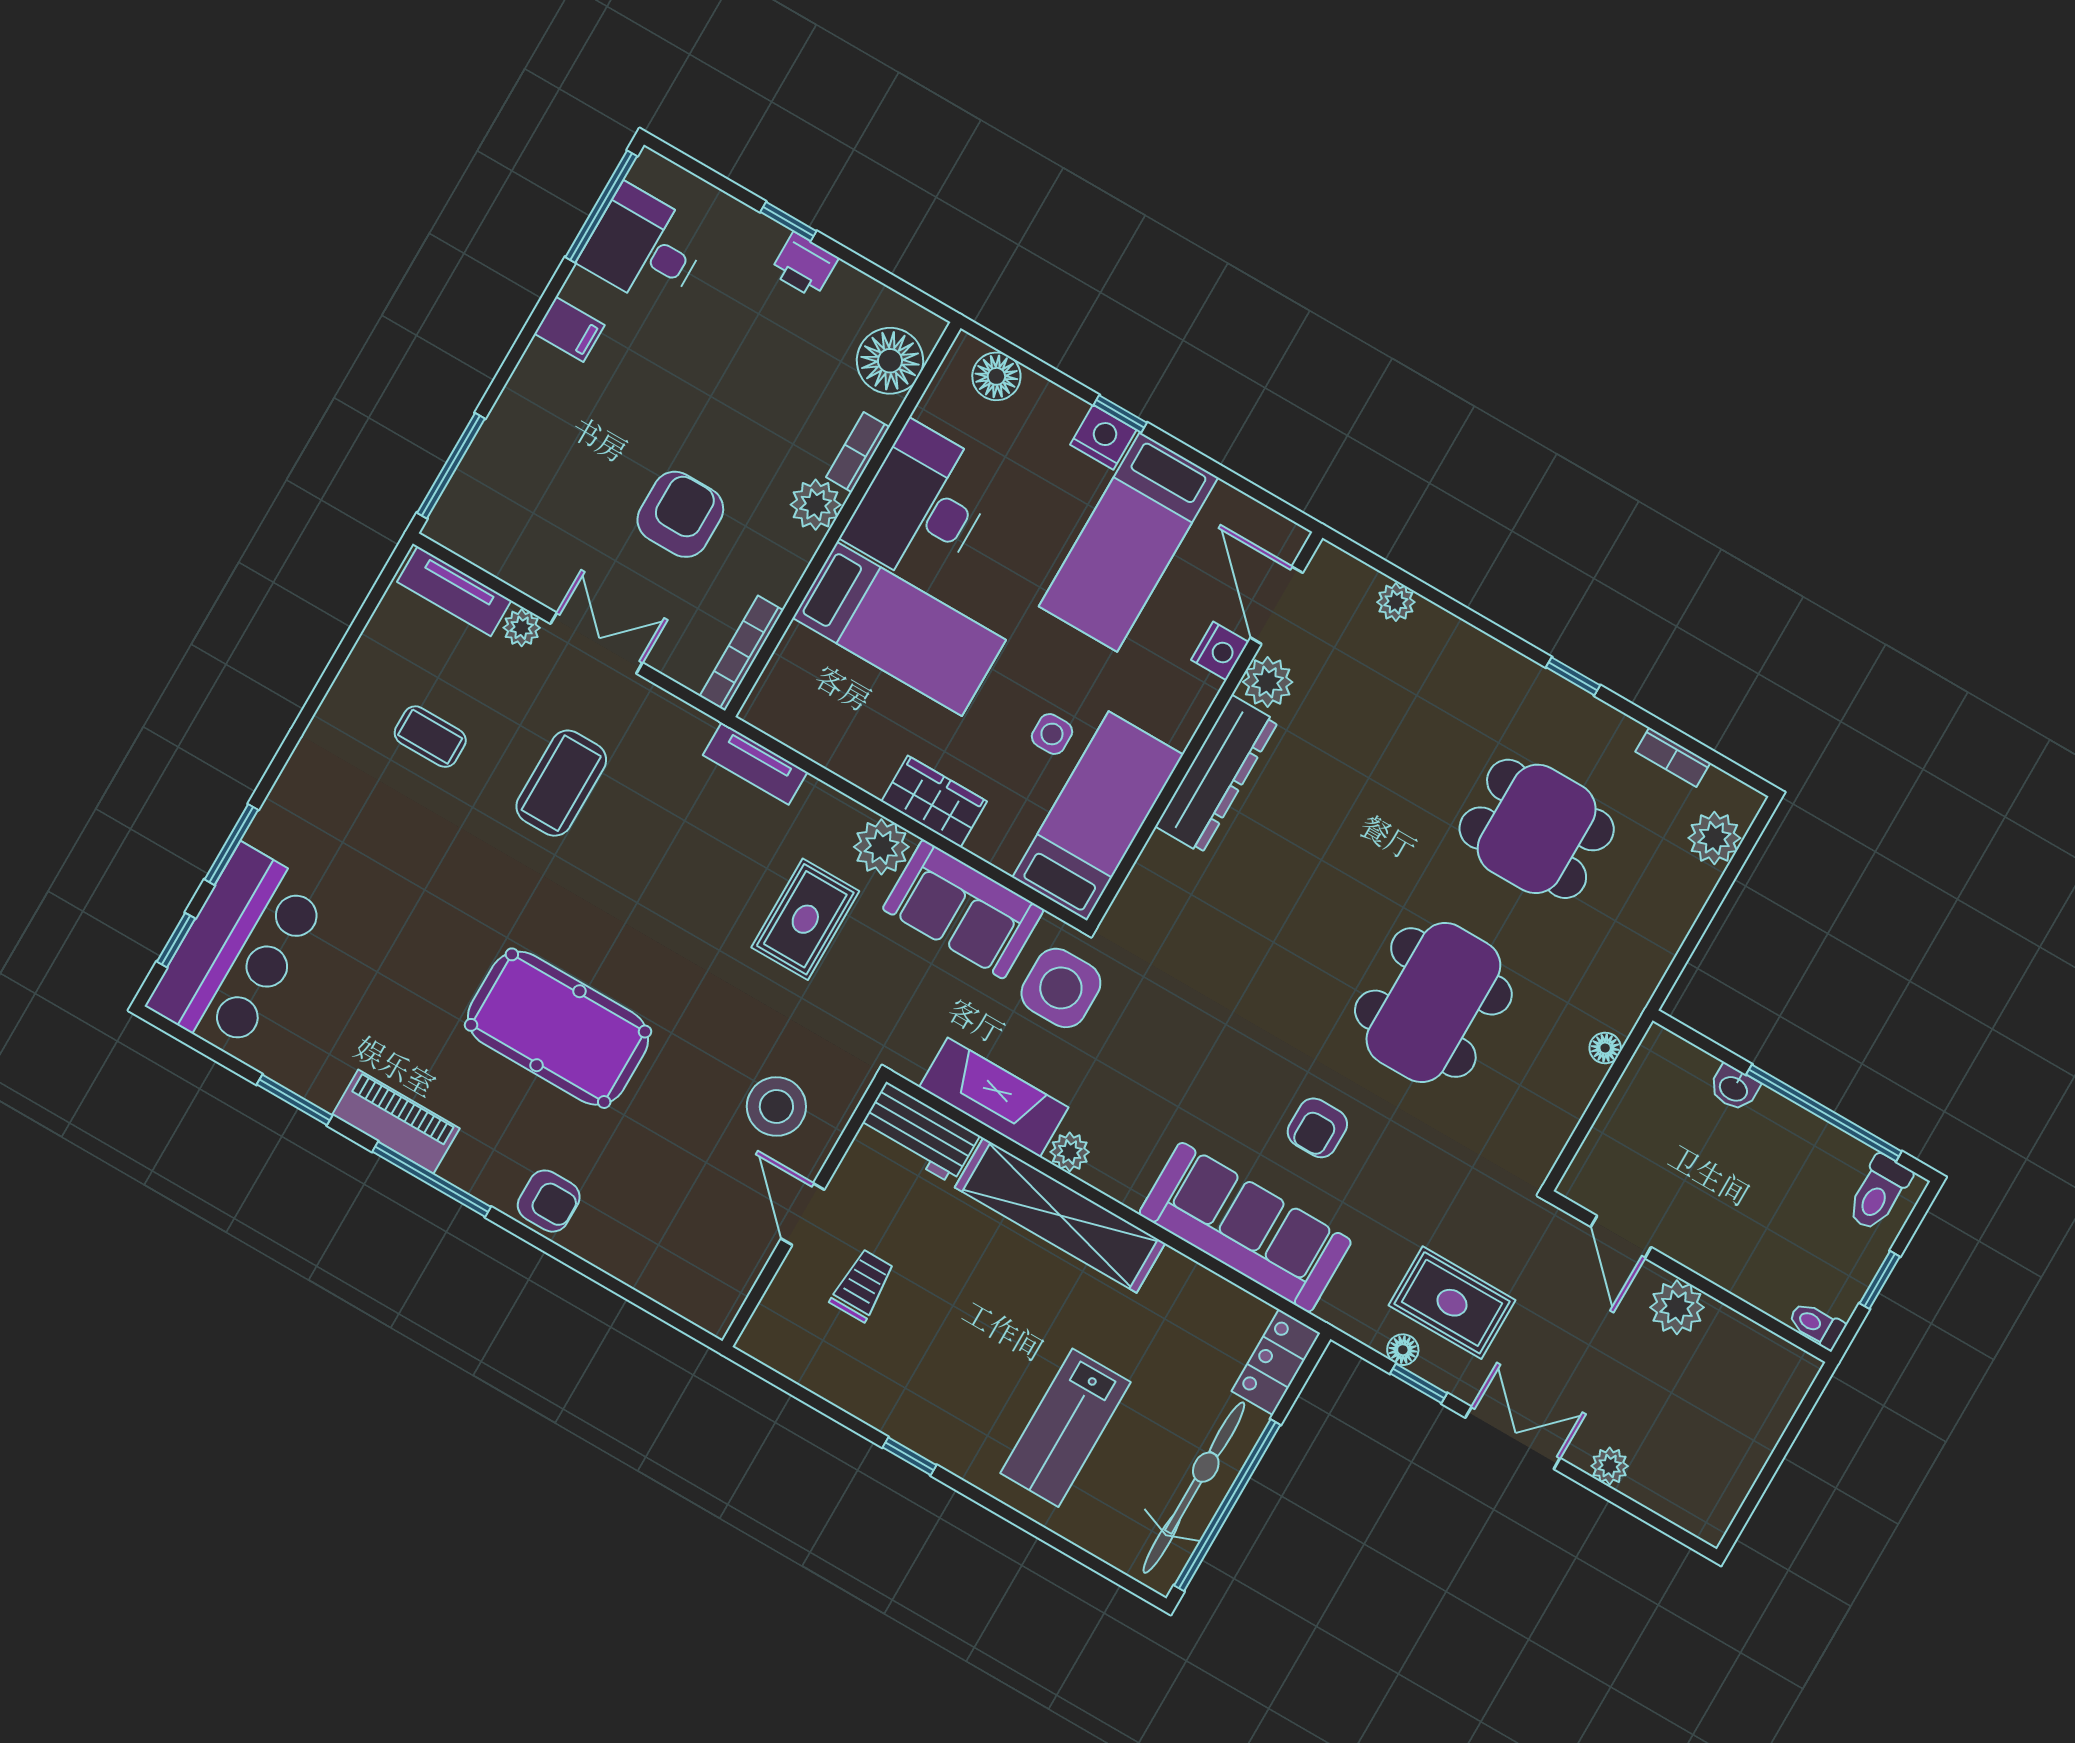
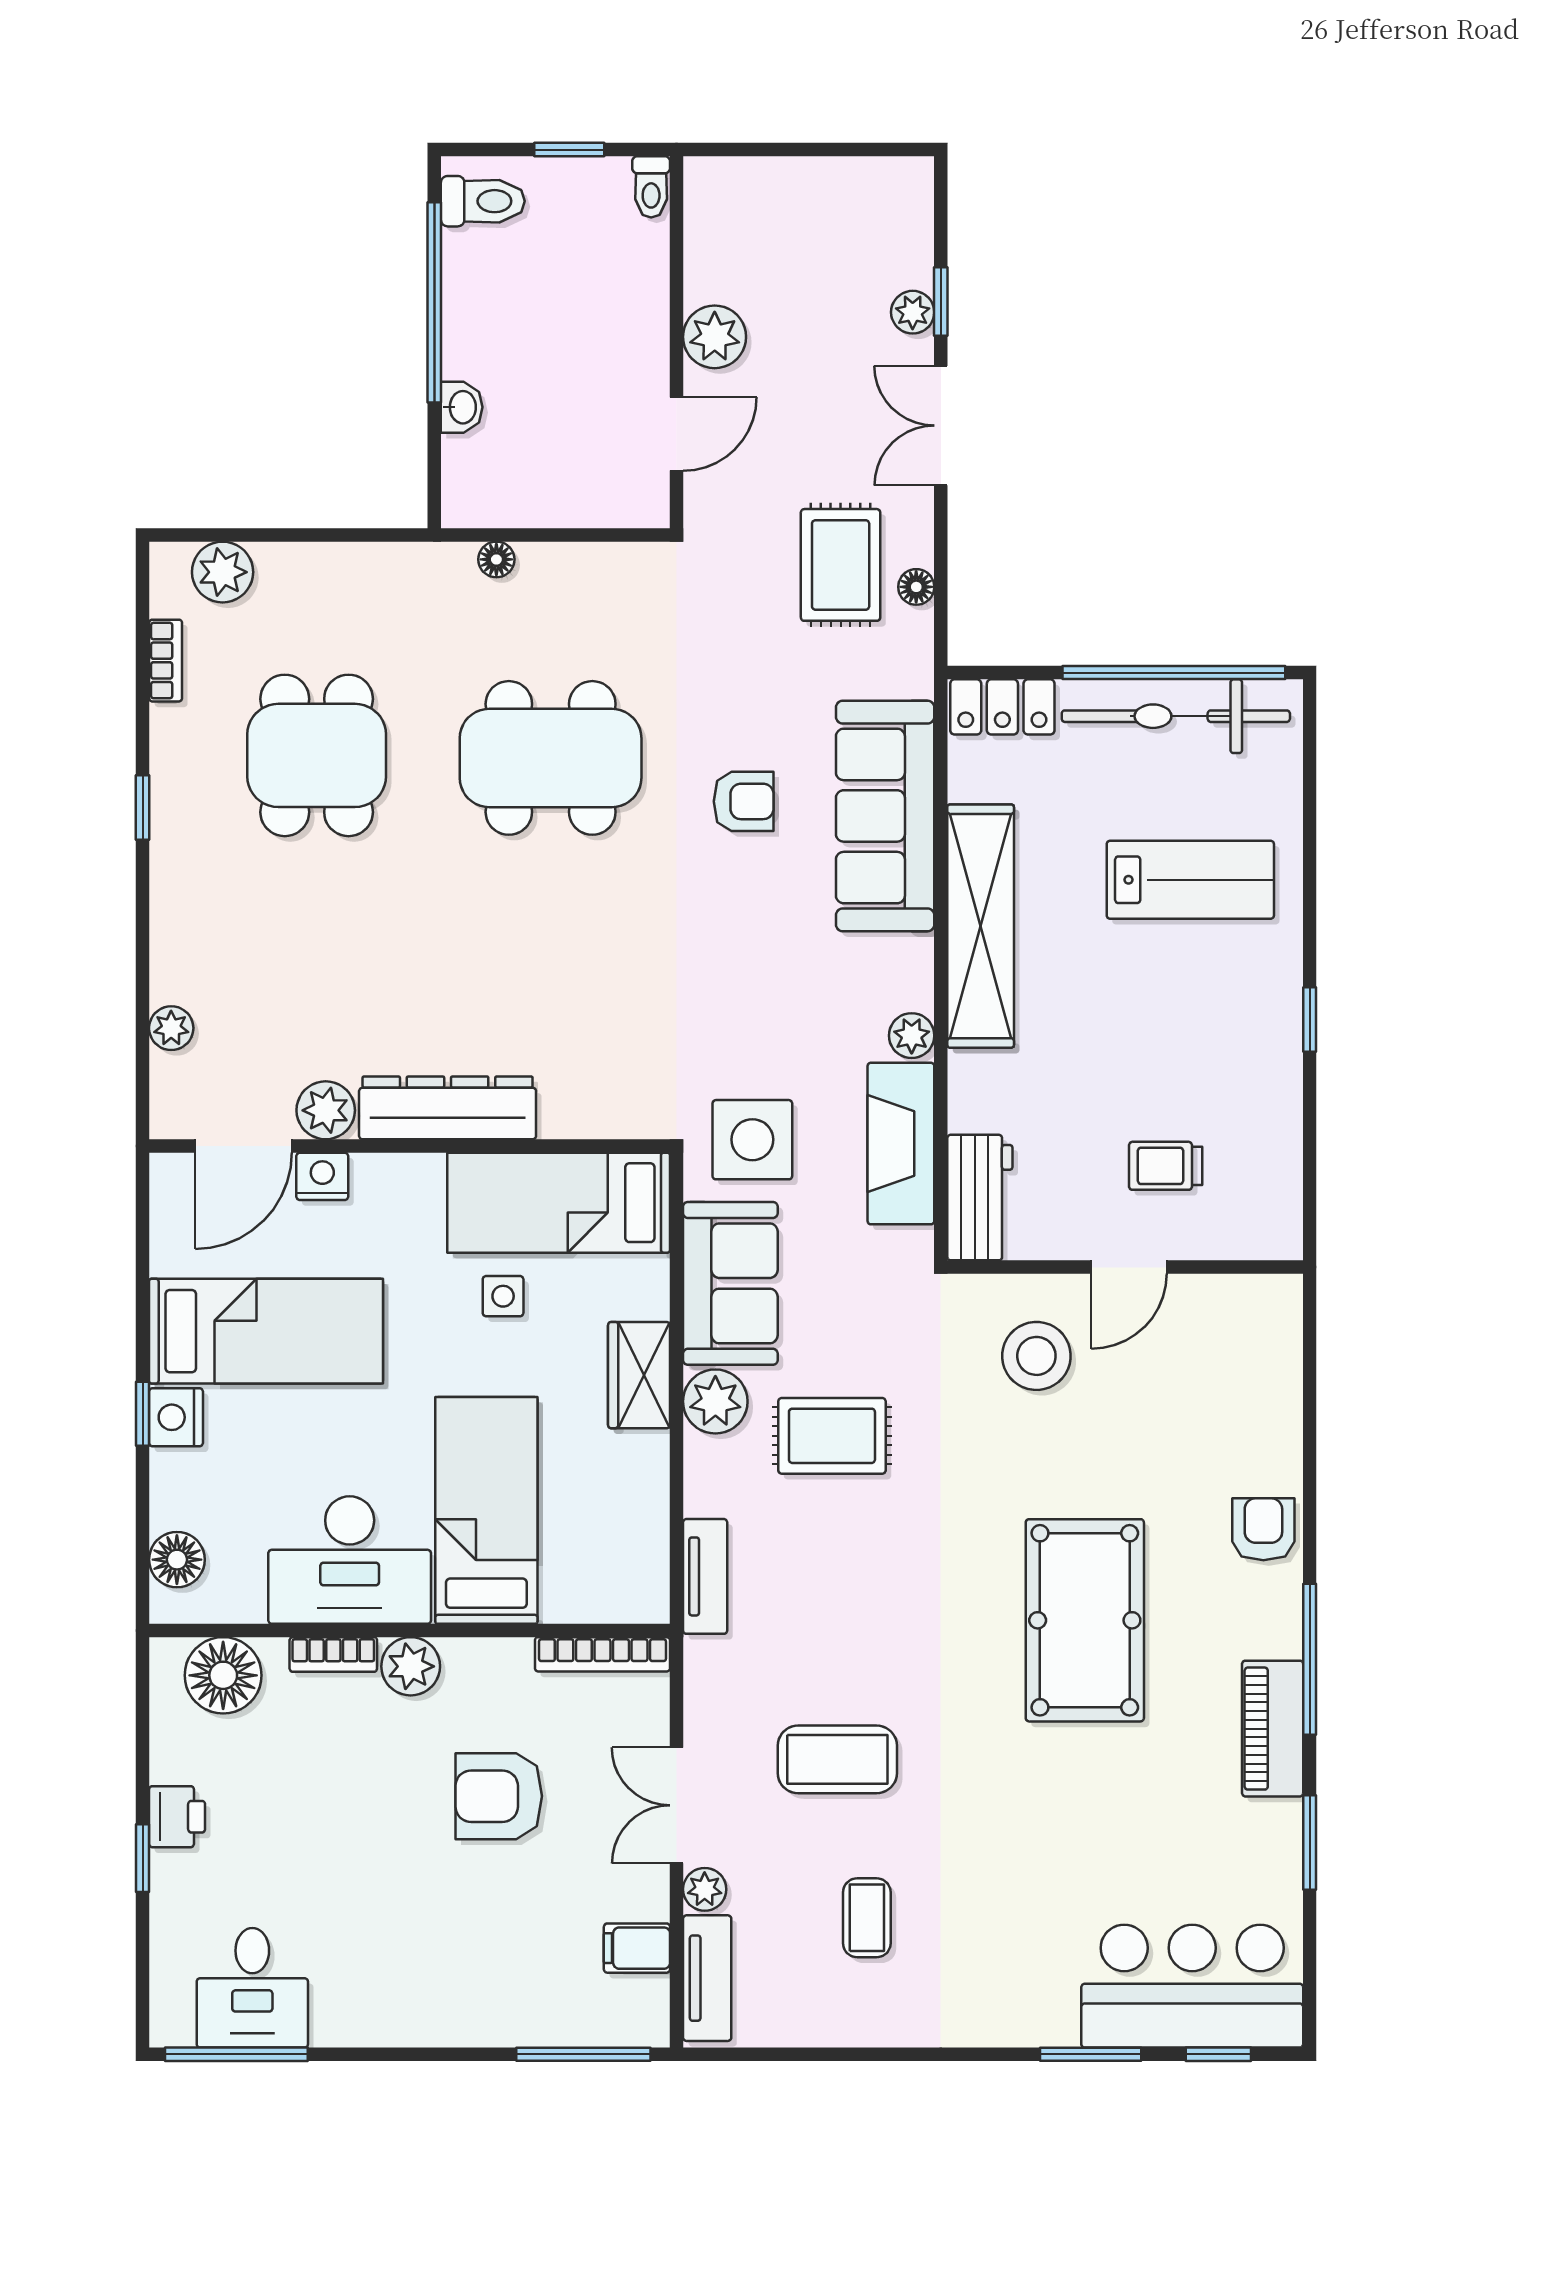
filing cabinet: (569, 329) -> (637, 1948), moved, turned -90
shelving: (1060, 1215) -> (981, 926), moved
window: (1419, 1383) -> (941, 301), moved

